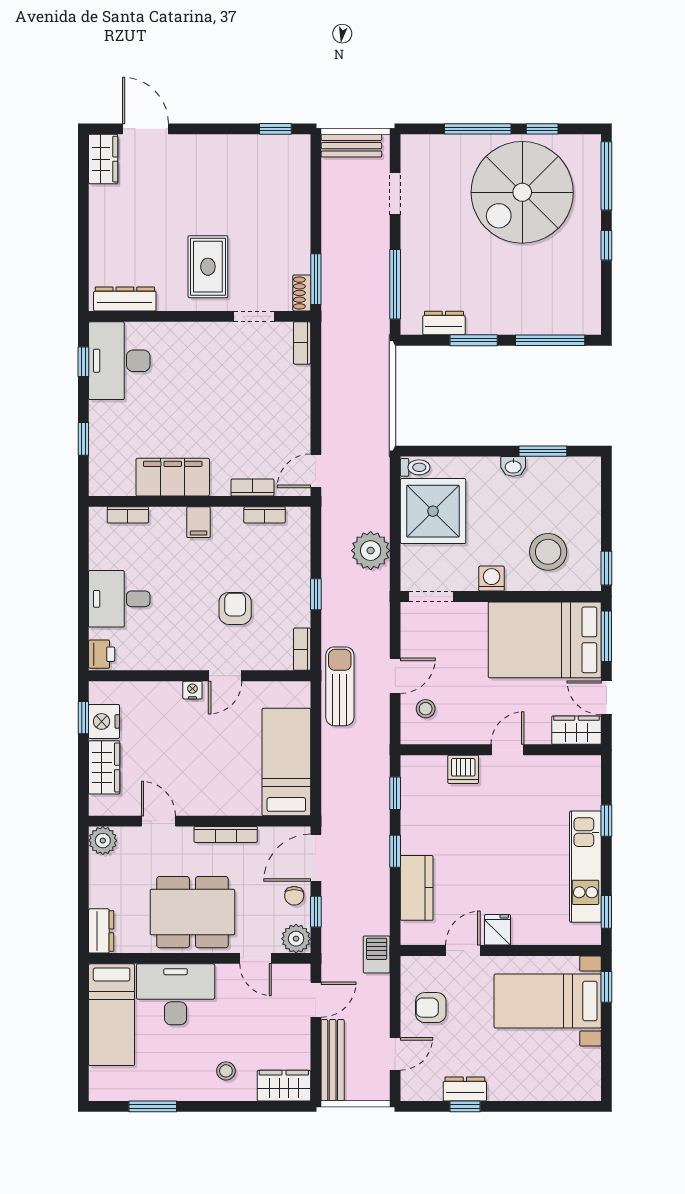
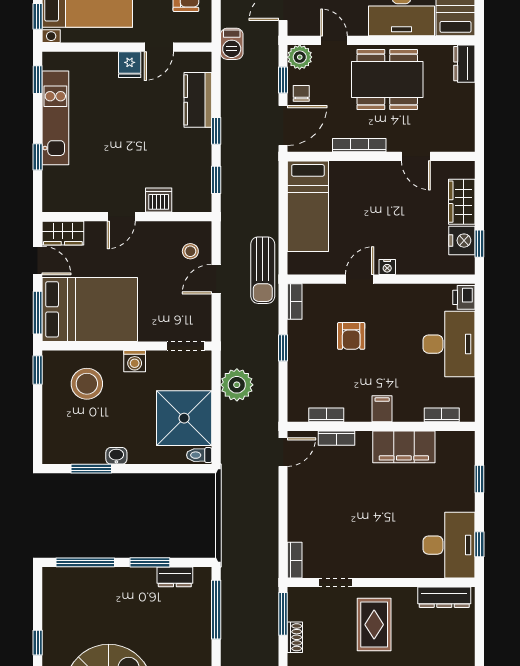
shoe rack: (302, 293) -> (295, 637), moved
desk: (119, 599) -> (449, 344), width x1.37
plant: (103, 841) -> (463, 140), removed

